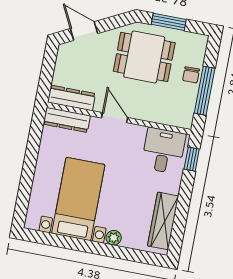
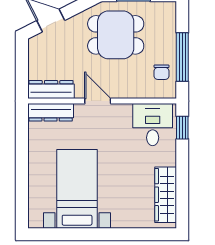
chair: (191, 75) -> (162, 72), moved
plant: (114, 238) -> (120, 221), removed

